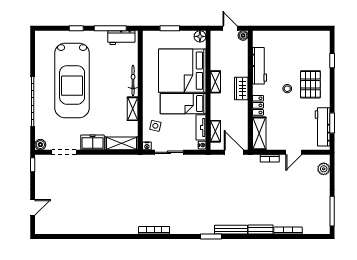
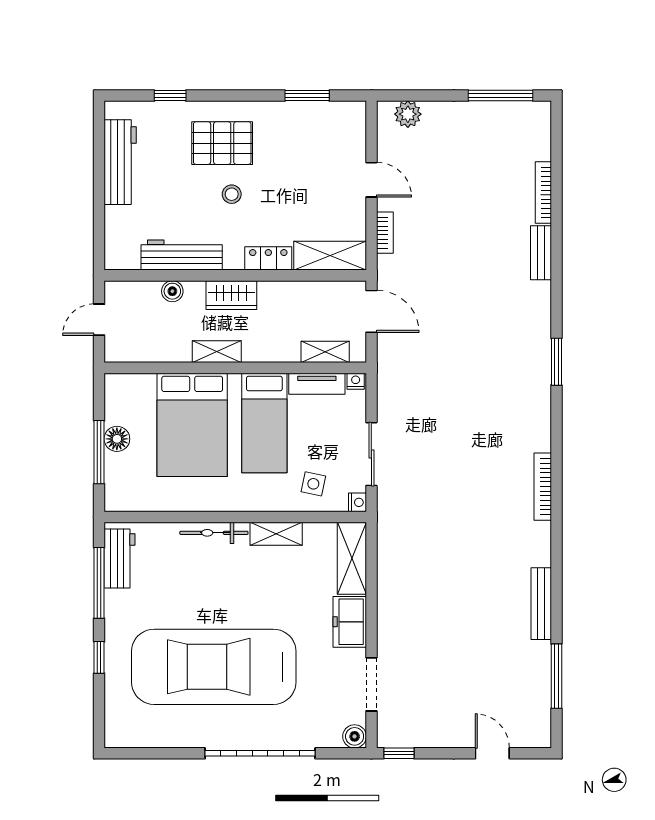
window: (170, 28) -> (99, 452), width x1.44
boiler: (243, 35) -> (172, 291), moved
floor lamp: (200, 36) -> (117, 439), moved
bed: (182, 71) -> (192, 425), width x0.73
car: (72, 80) -> (214, 667), turned 180
workbench: (323, 127) -> (120, 162), moved, turned -90
door: (234, 152) -> (371, 311), swing flipped
bench: (231, 230) -> (541, 604), moved
window: (68, 237) -> (556, 676), added

